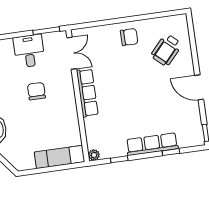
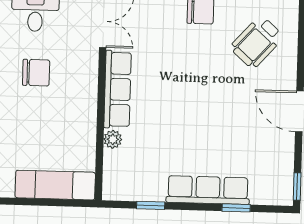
chair: (36, 91) -> (36, 73), turned 90
plant: (94, 155) -> (113, 139), moved

